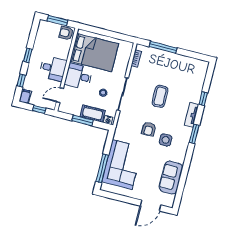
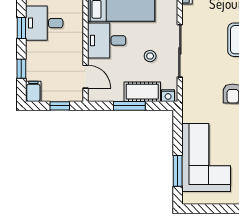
desk: (53, 68) -> (44, 23), moved, turned 180
door: (60, 95) -> (85, 77), swing flipped
window: (102, 168) -> (178, 171), width x0.69

